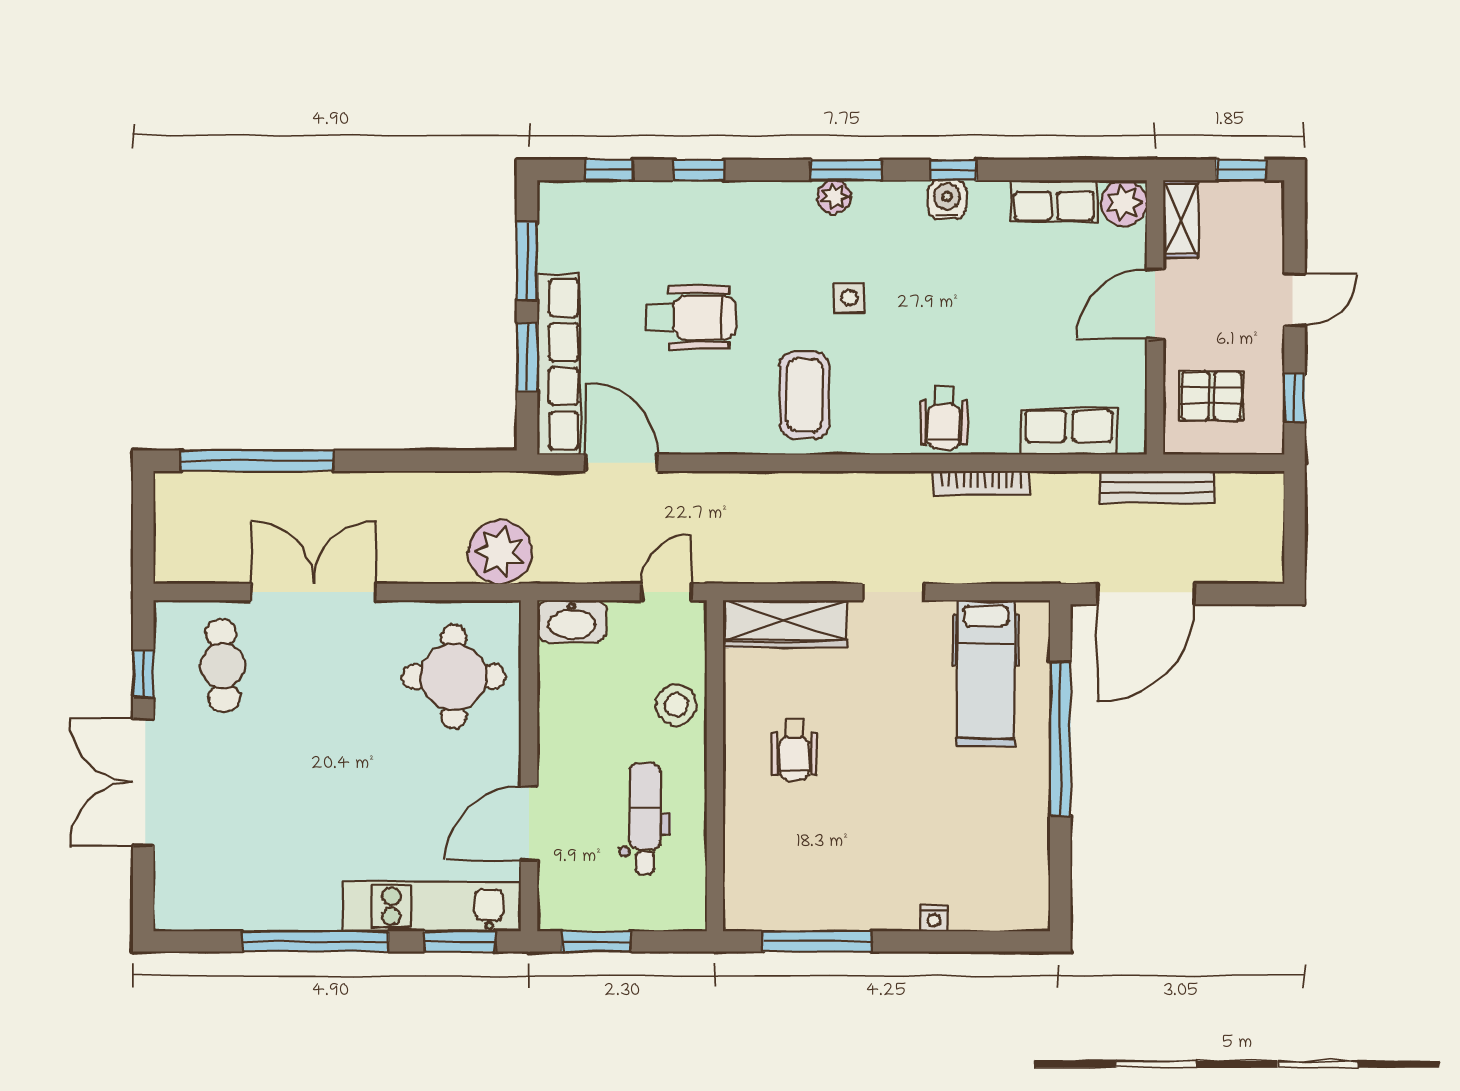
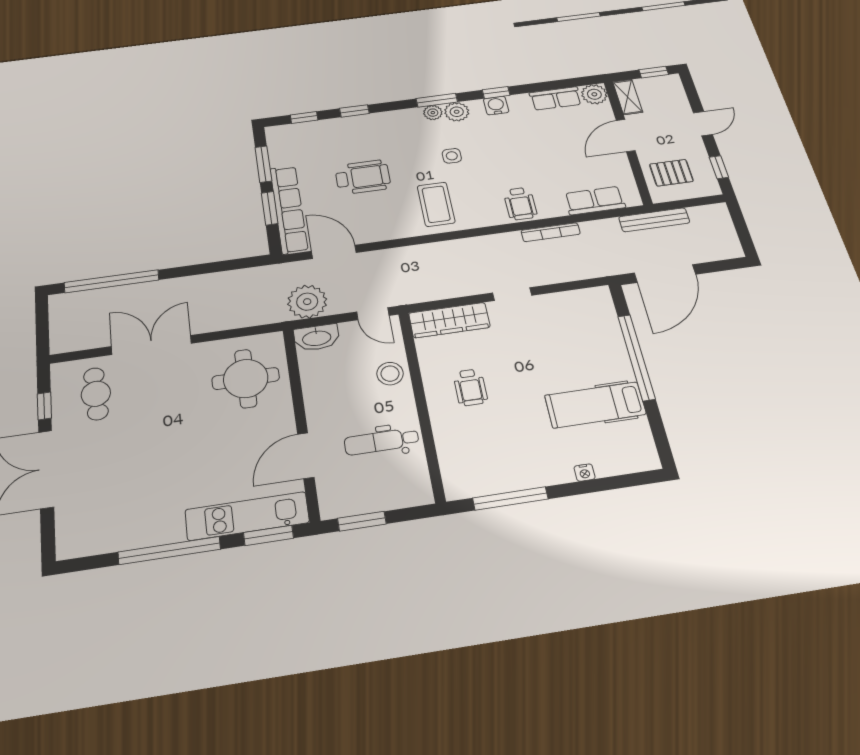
plant: (876, 202) -> (457, 112), added
plant: (500, 552) -> (307, 302), moved
door: (666, 592) -> (373, 314), swing flipped
hospital bed: (986, 673) -> (595, 405), moved, turned 90
dental chair: (645, 818) -> (382, 441), turned -90

